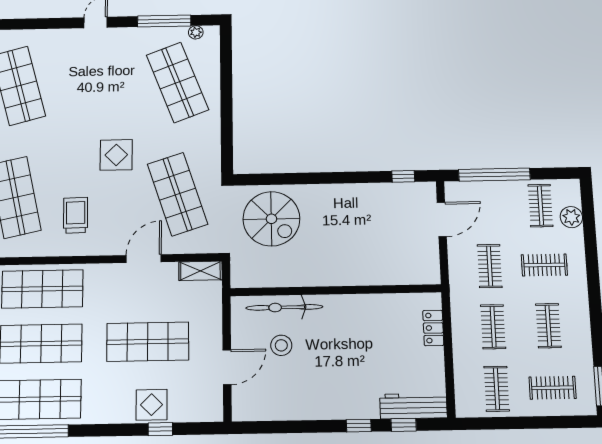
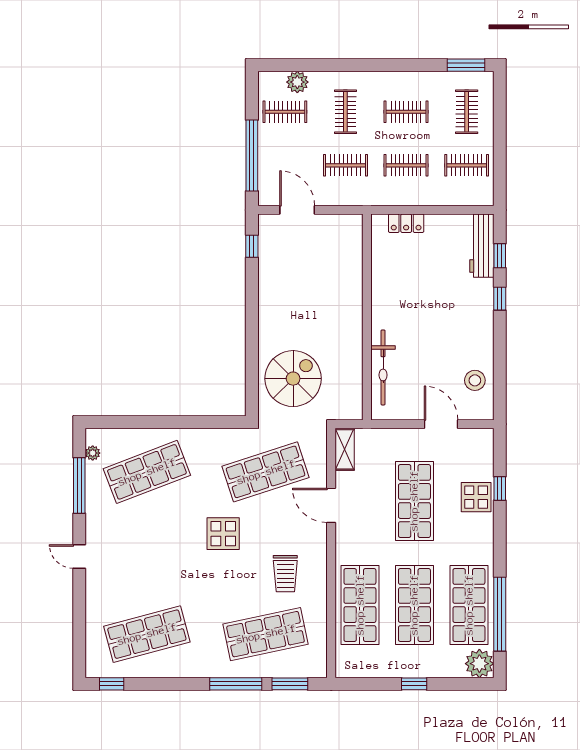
trolley: (76, 215) -> (285, 574), turned -89
stool: (281, 345) -> (475, 380), moved

